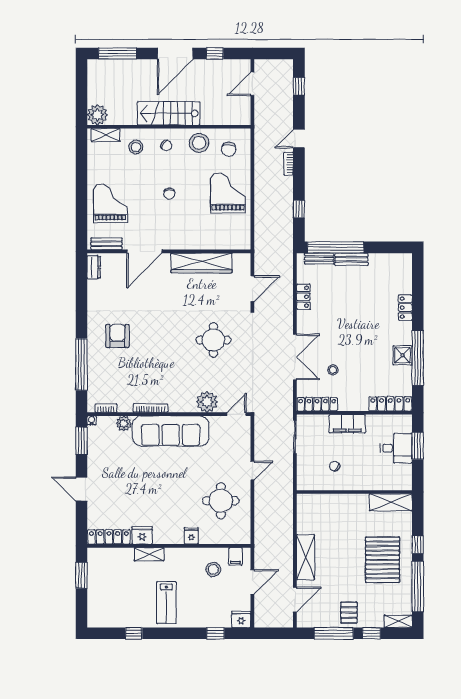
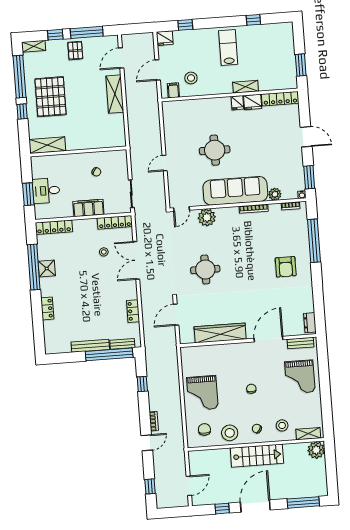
bench: (351, 259) -> (90, 346), width x1.36
round table: (221, 501) -> (215, 150), moved
fridge: (191, 536) -> (237, 103), moved

